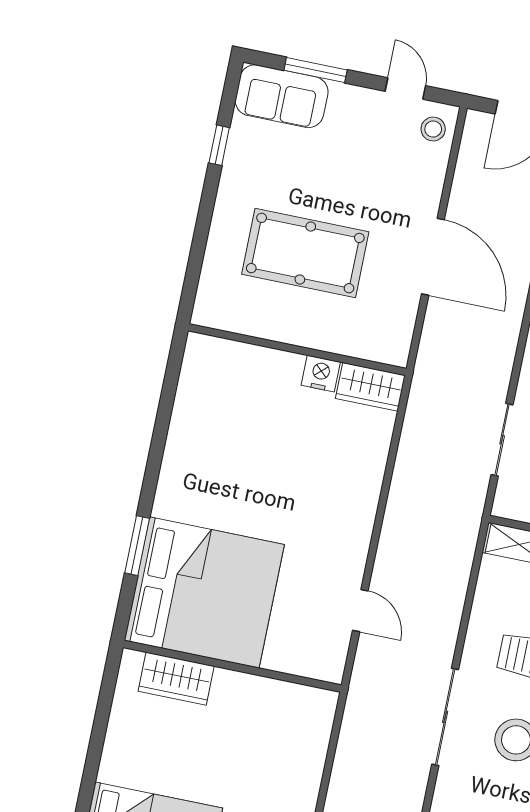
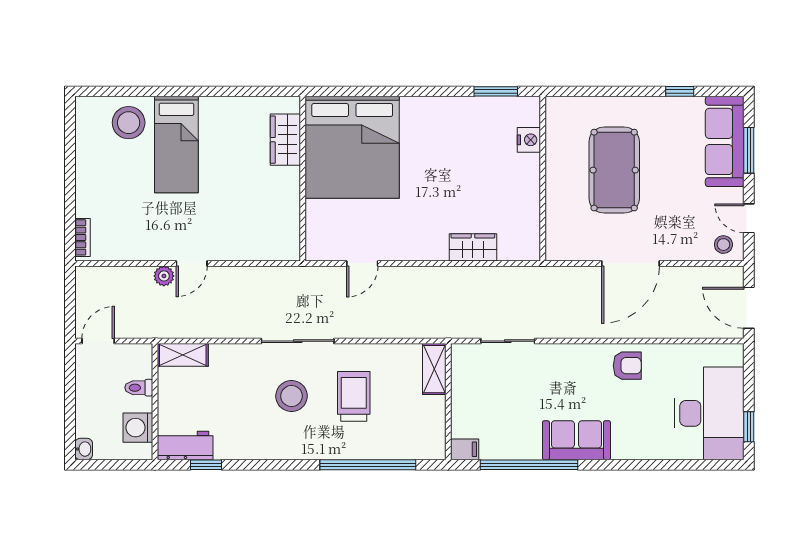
door: (405, 89) -> (749, 218), swing flipped
sofa: (282, 96) -> (725, 141), width x1.36
nightstand: (321, 374) -> (529, 140), moved
wardrobe: (370, 387) -> (473, 247), moved, turned 90
window: (137, 546) -> (496, 91), moved

